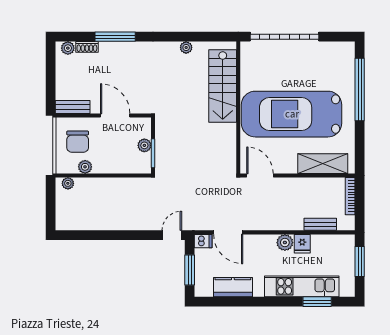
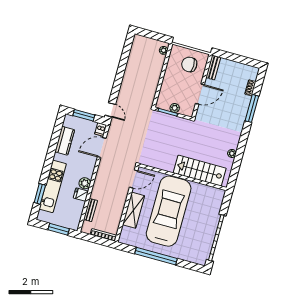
garage door: (284, 37) -> (216, 238), moved
plant: (68, 48) -> (253, 75), removed
window: (360, 90) -> (156, 256), moved
shelving: (323, 164) -> (133, 210), moved
plant: (85, 167) -> (171, 65), removed

